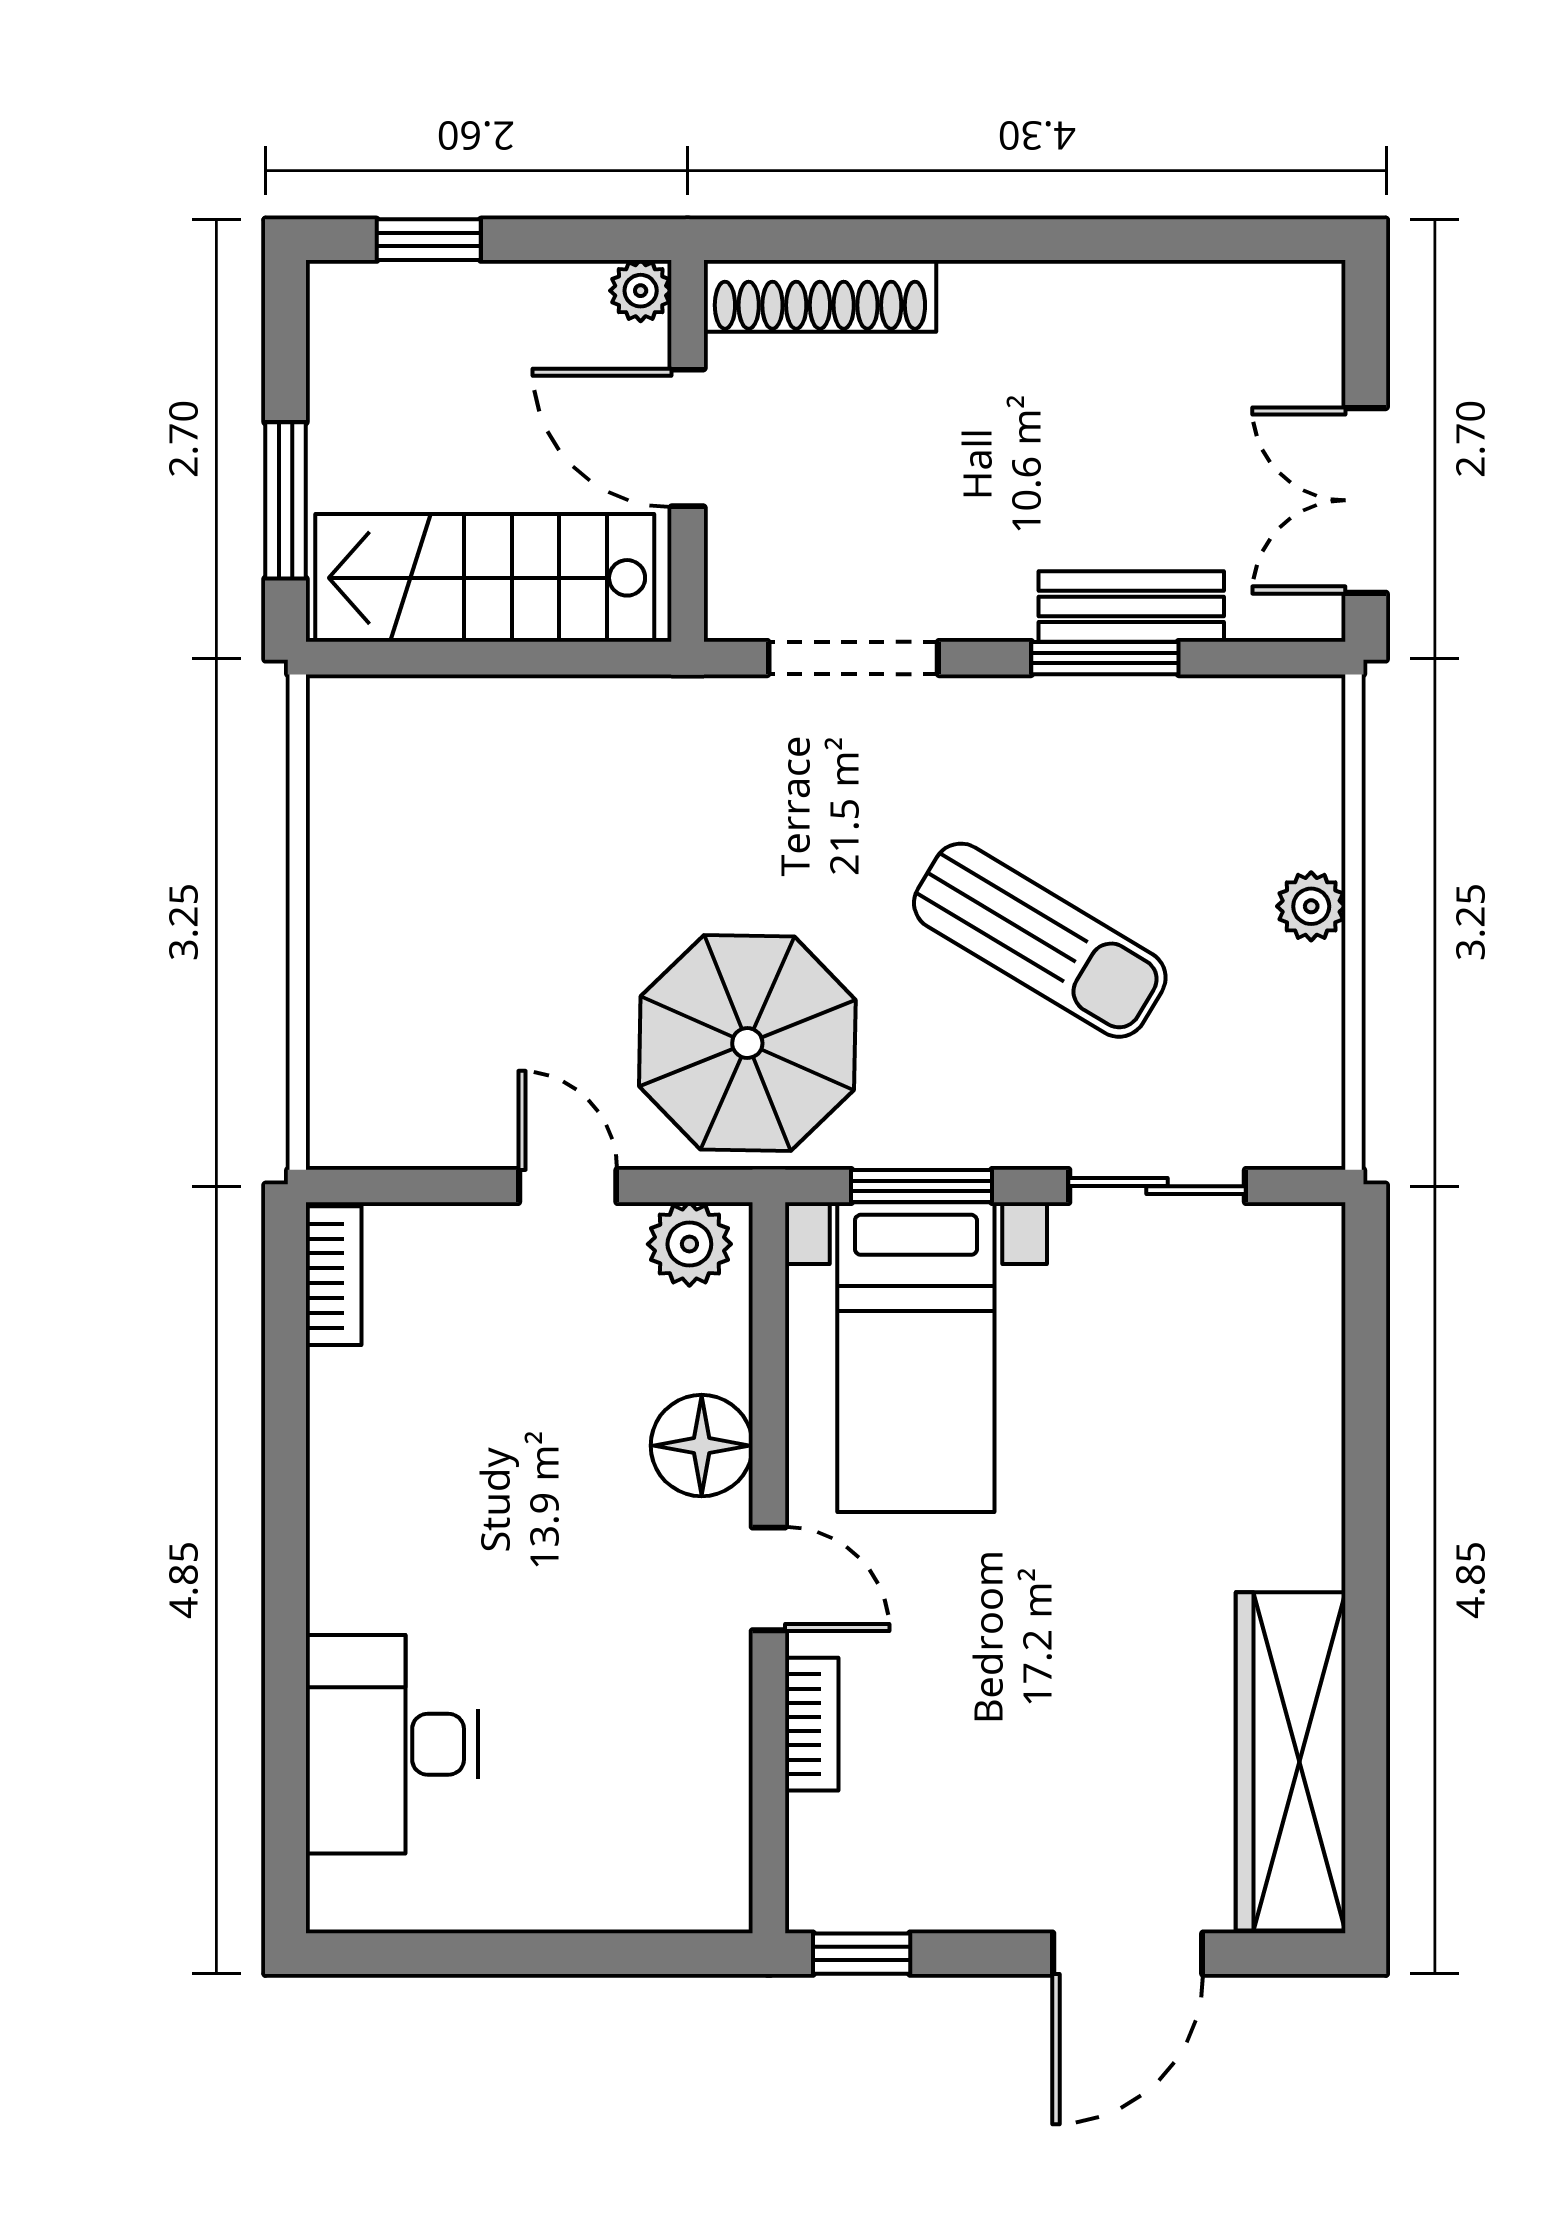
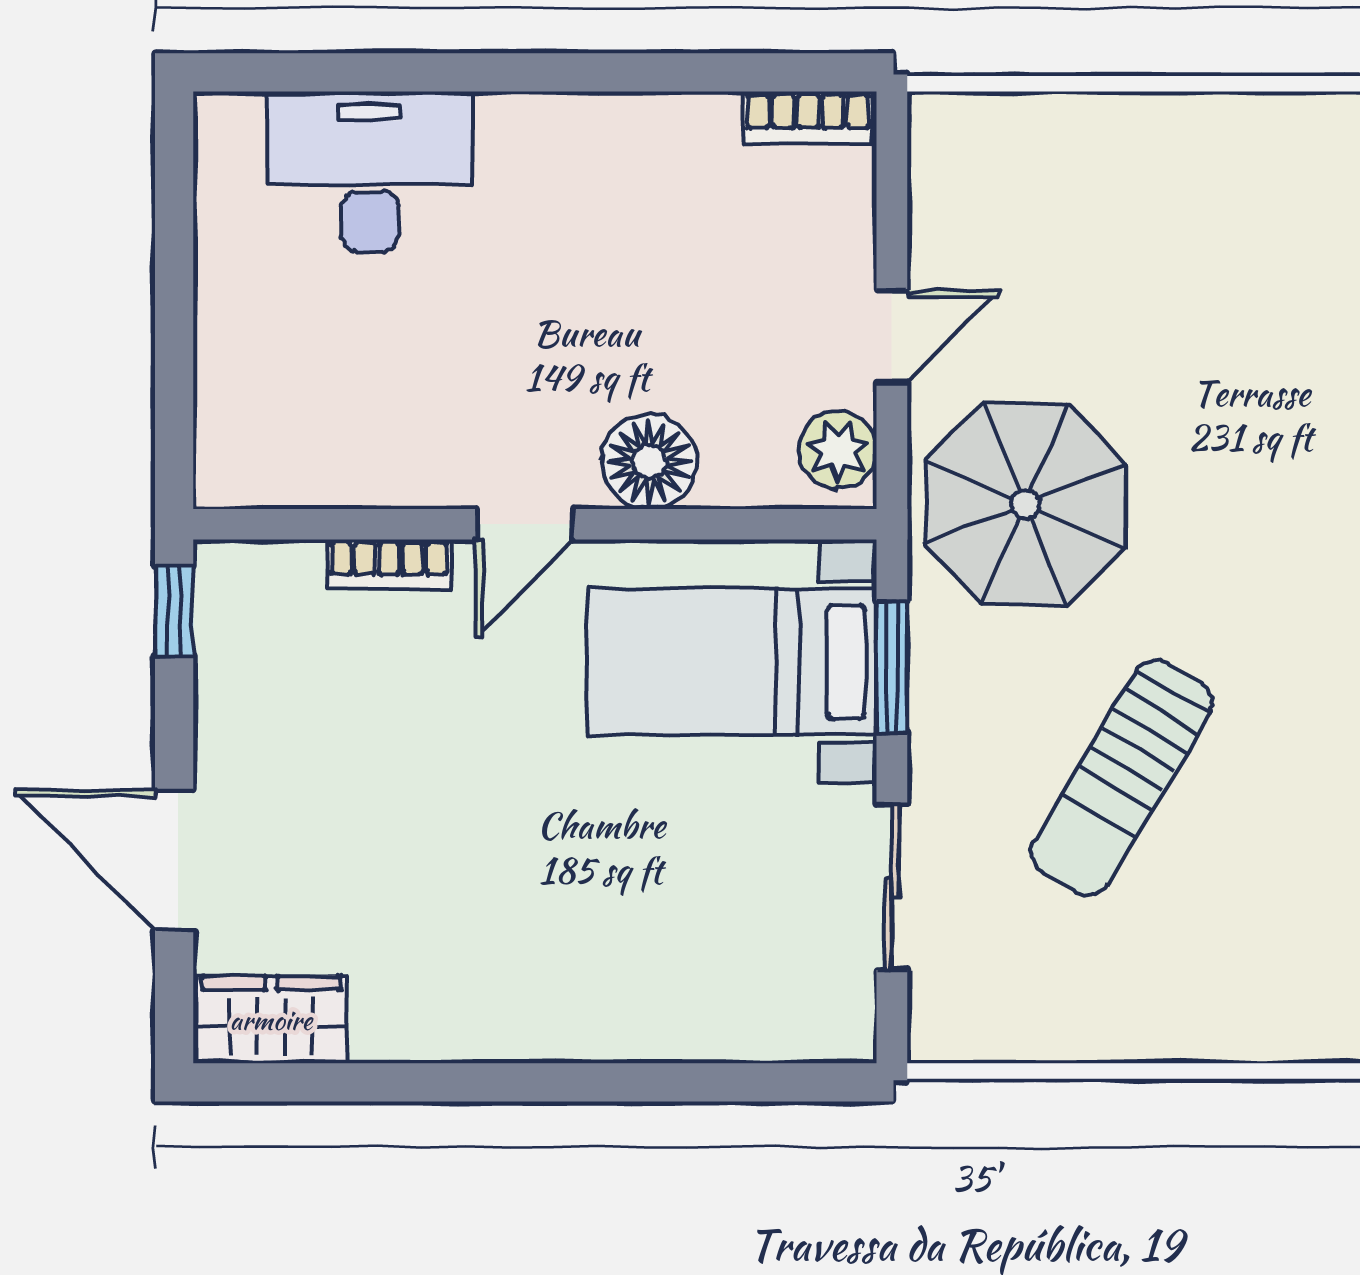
plant: (1311, 906) -> (1153, 1031), removed
wardrobe: (1291, 1761) -> (271, 1020), width x0.48, depth x0.85

